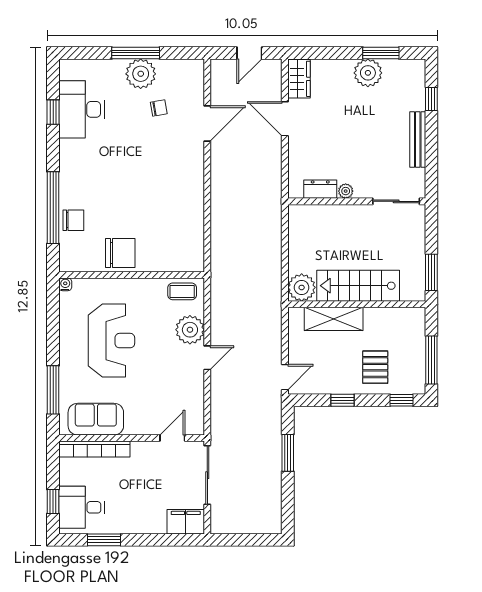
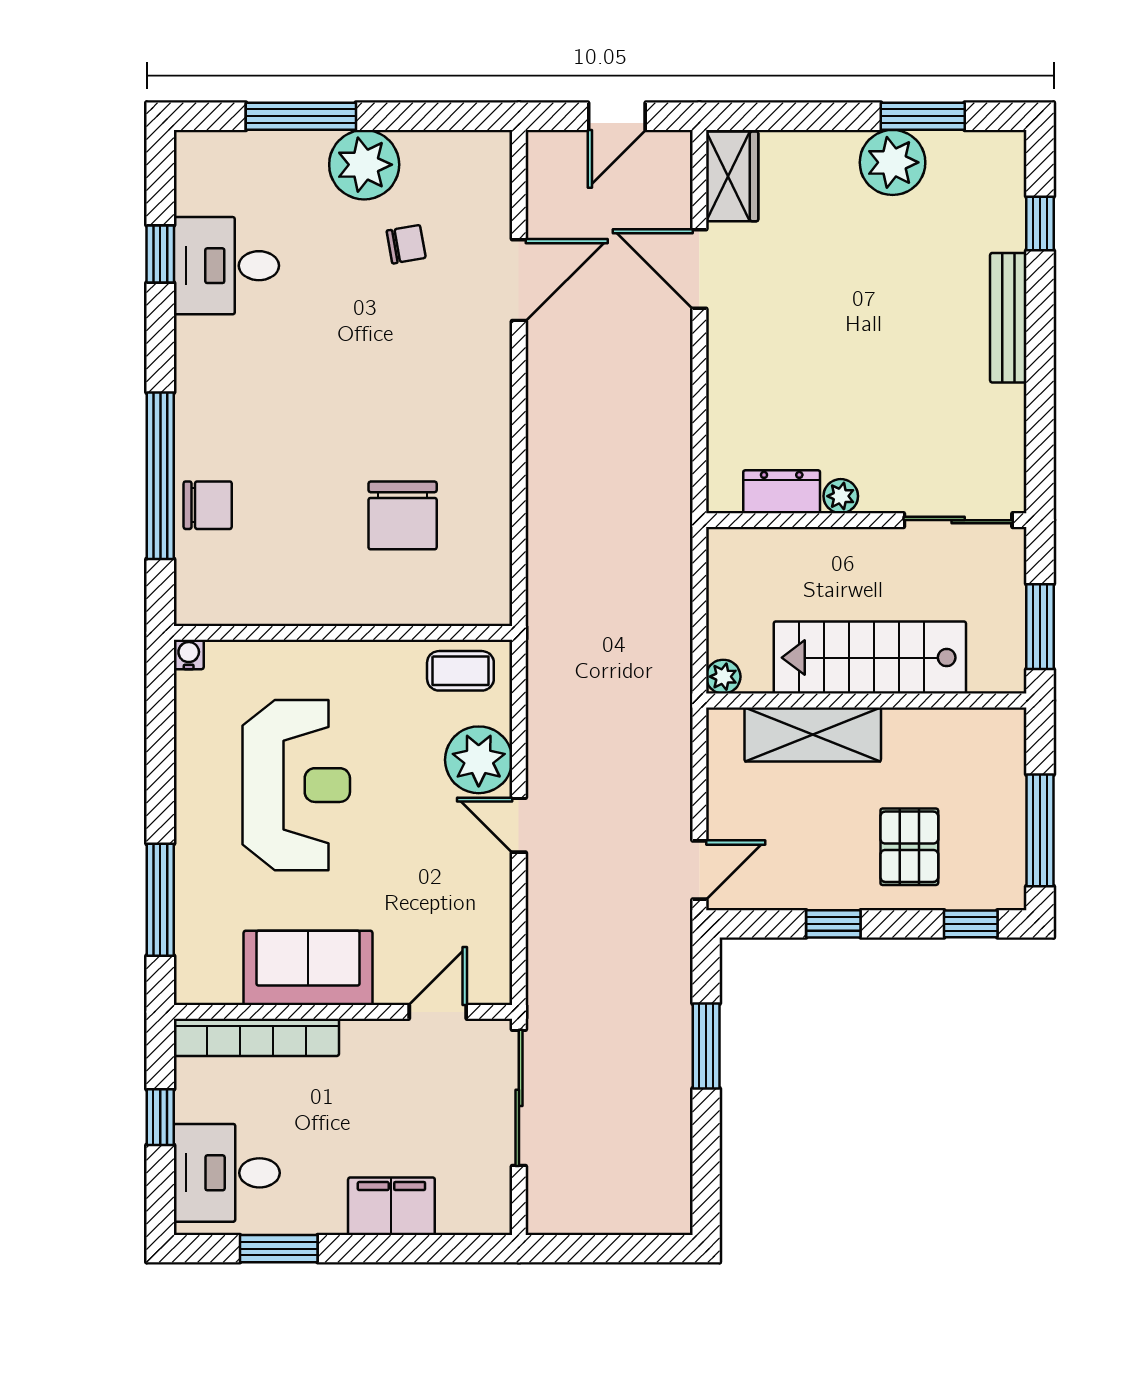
window: (136, 53) -> (301, 116), moved
desk: (81, 109) -> (226, 266), width x0.73
dresser: (320, 189) -> (782, 492), moved
plant: (346, 191) -> (841, 496), moved
wall: (357, 201) -> (866, 520), moved
sliding door: (396, 201) -> (958, 520), moved
chair: (120, 253) -> (403, 515), moved, turned 90
plant: (302, 287) -> (723, 677), width x0.53, depth x0.53
door: (207, 358) -> (519, 825), swing flipped
sofa: (96, 419) -> (308, 968), moved
window: (53, 502) -> (160, 1117), moved
filing cabinet: (186, 522) -> (391, 1206), moved

